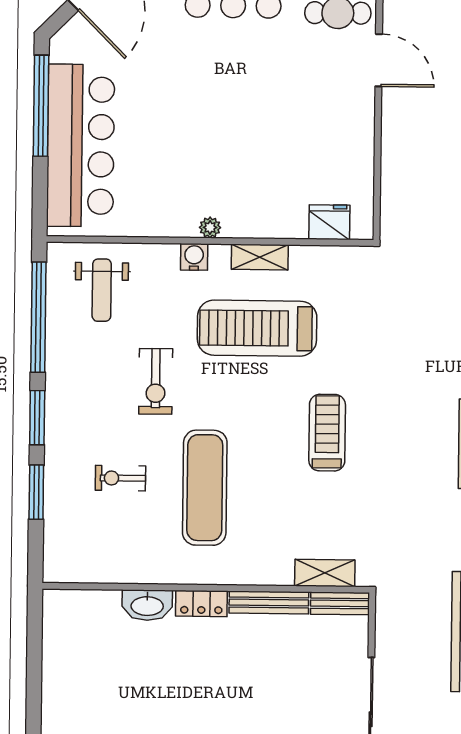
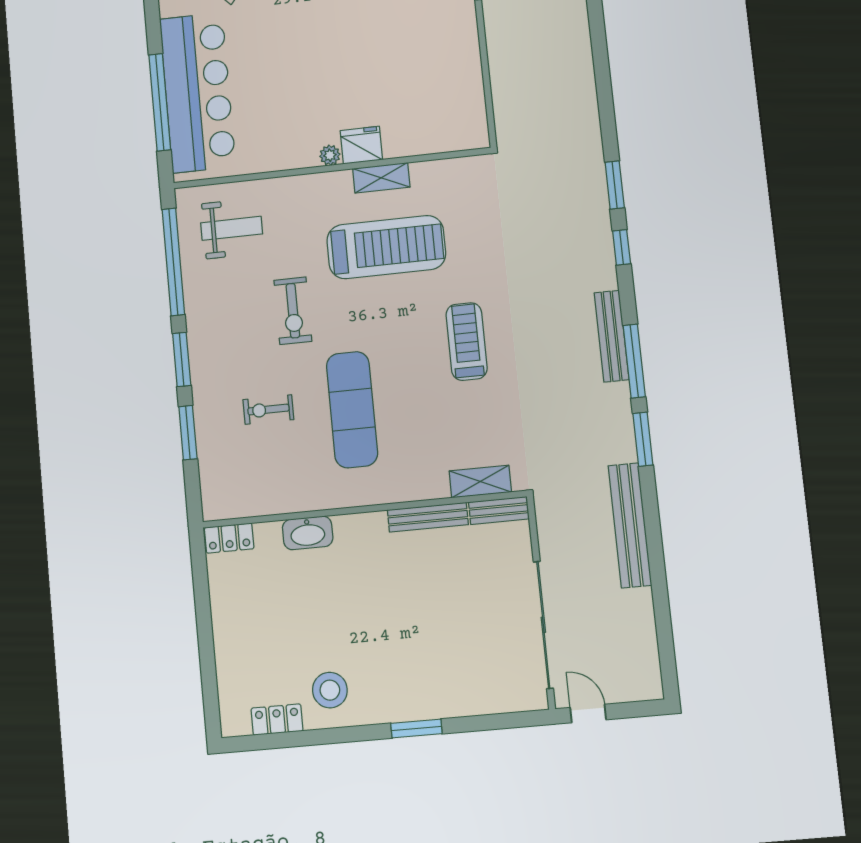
window: (41, 106) -> (160, 102), moved
fridge: (329, 222) -> (361, 145), moved
water cooler: (194, 257) -> (317, 185), removed
weight bench: (102, 290) -> (232, 228), turned -90
treadmill: (257, 328) -> (386, 247), turned 180
locker: (201, 604) -> (229, 538), moved

